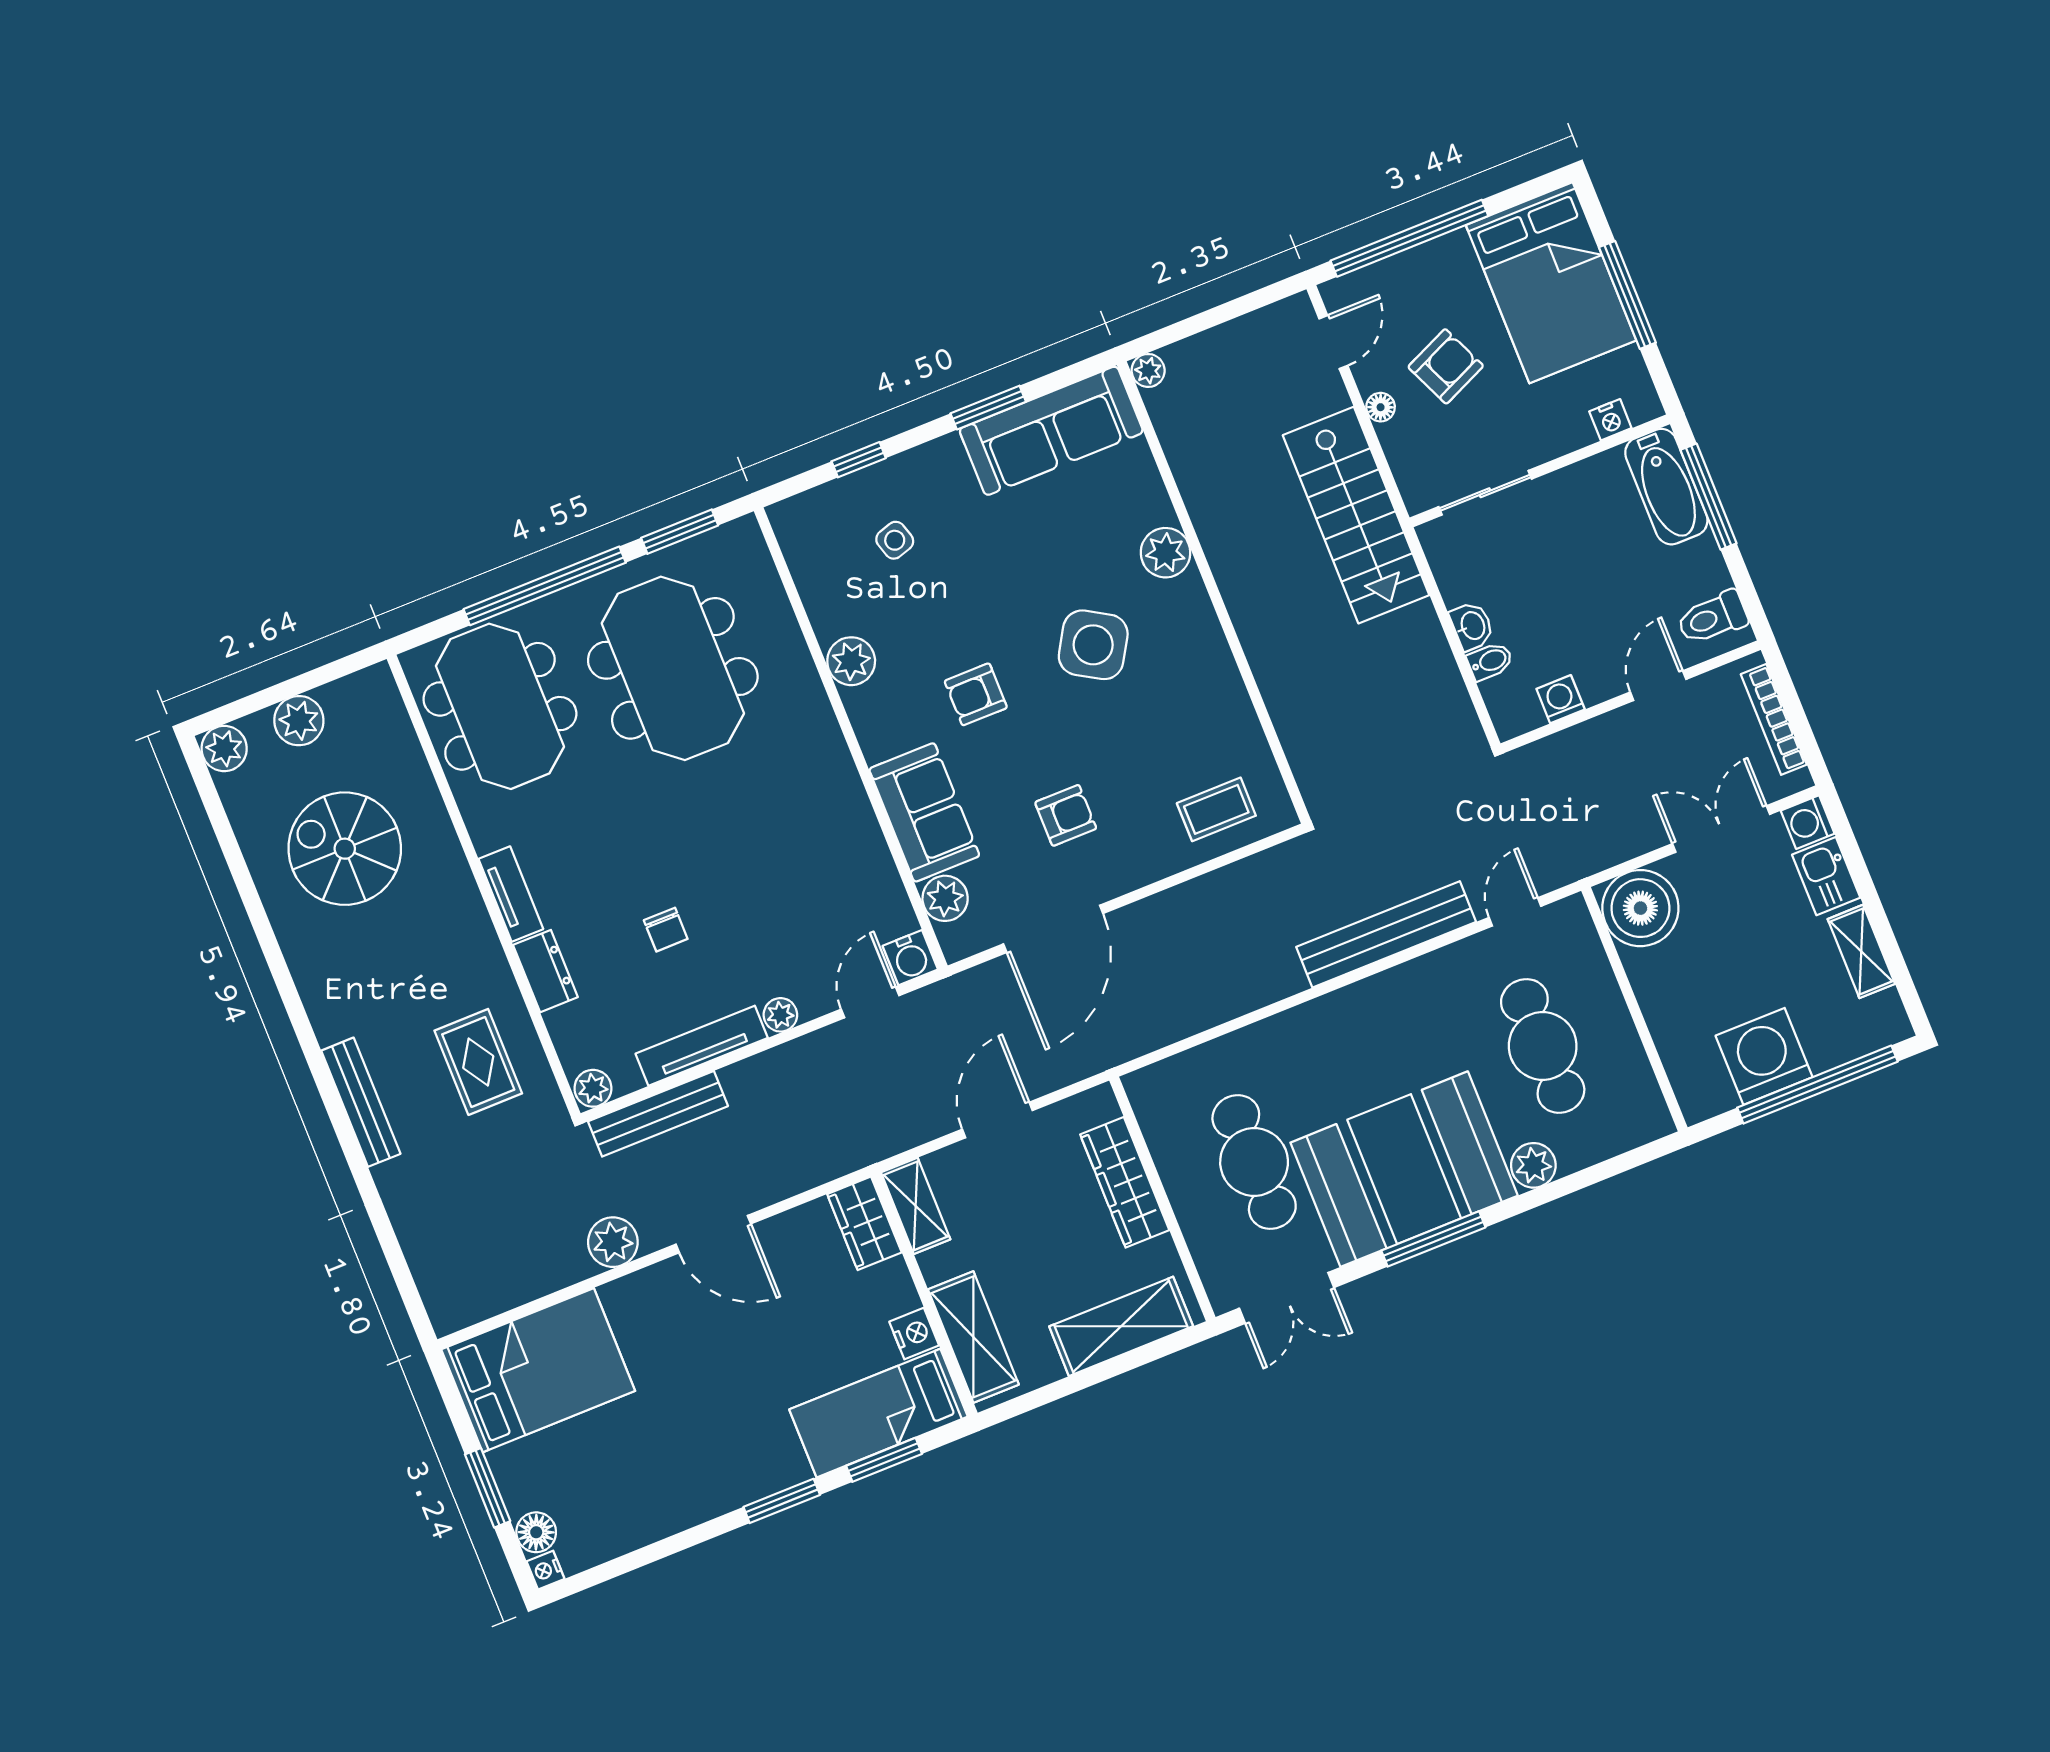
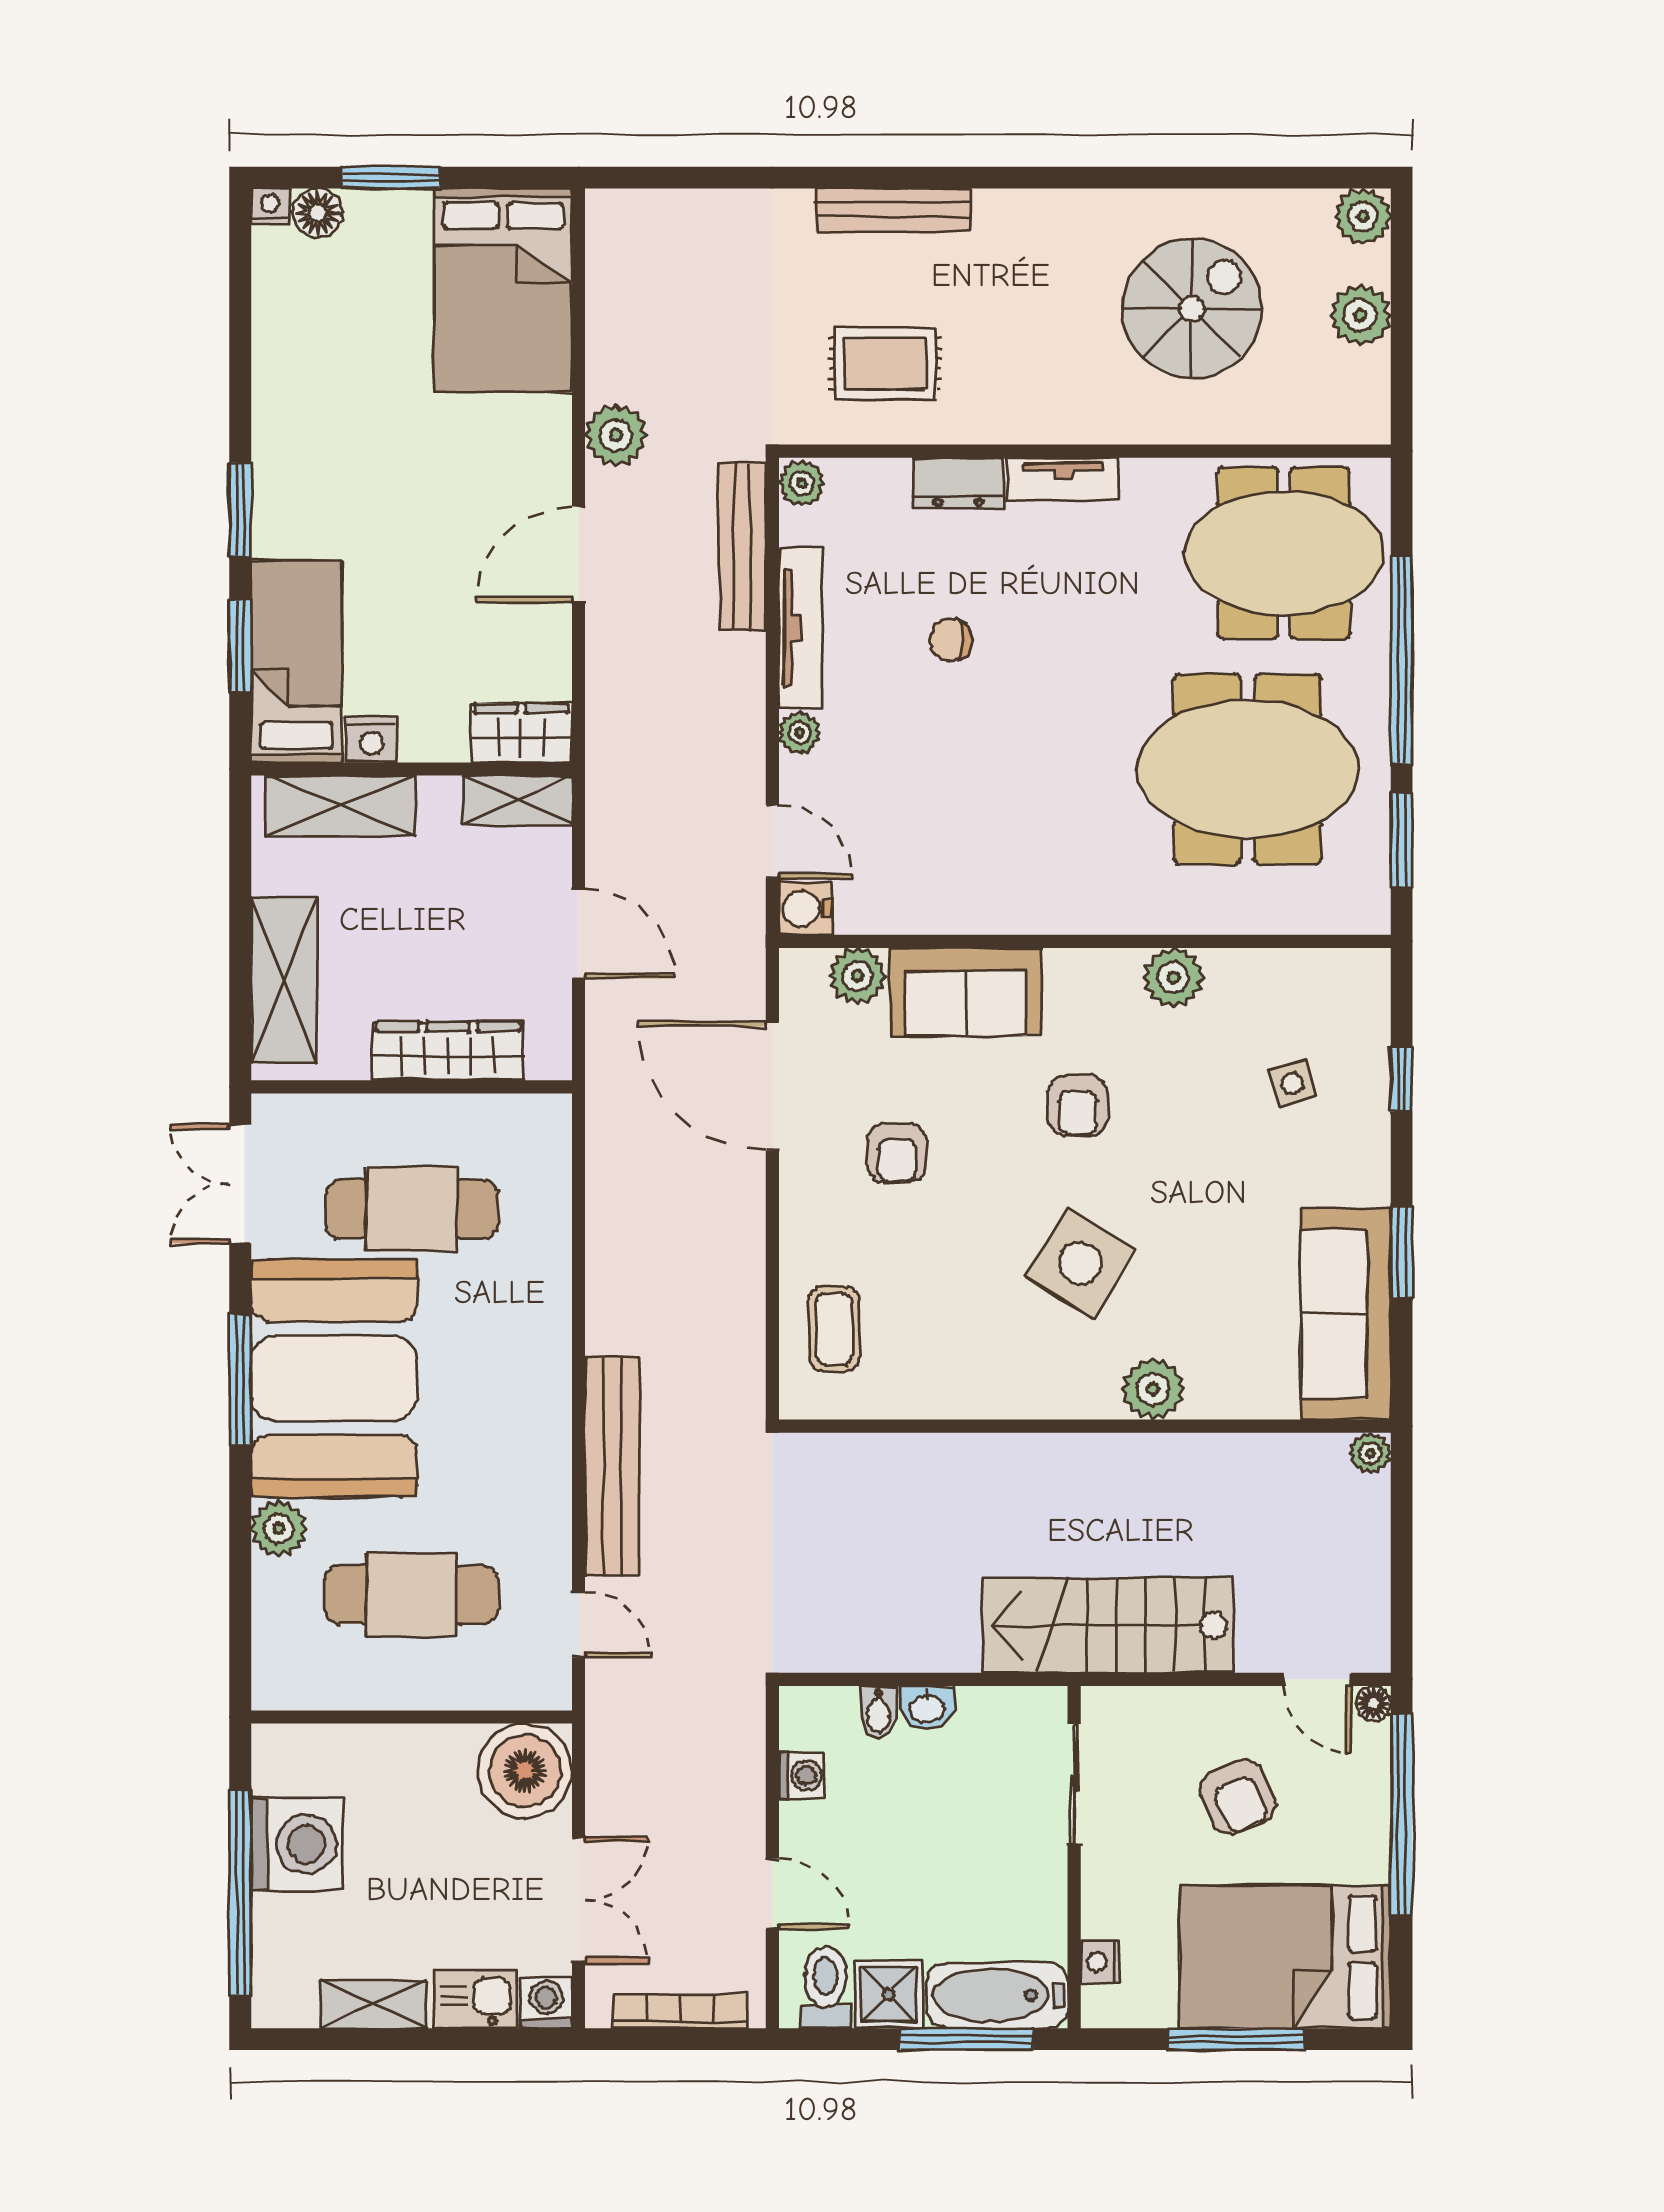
floor lamp: (1381, 407) -> (1373, 1703), moved
shower: (1698, 568) -> (889, 1994), added
armchair: (976, 694) -> (1078, 1105), turned 180

